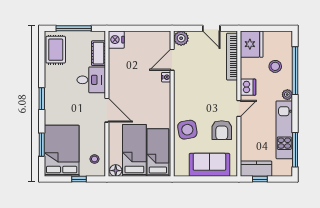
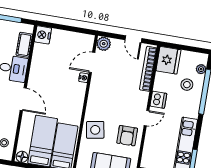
plant: (287, 95) -> (201, 69), moved

